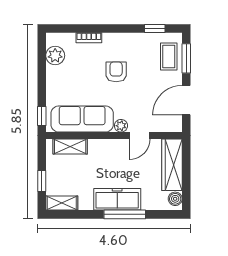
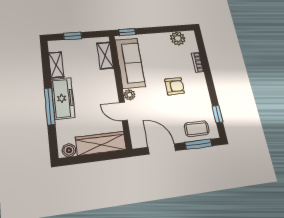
shelving: (62, 203) -> (56, 65), moved

